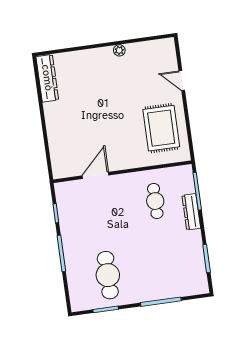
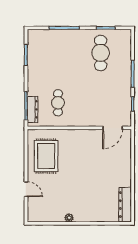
door: (95, 175) -> (113, 128), moved
dresser: (191, 212) -> (32, 109), moved

